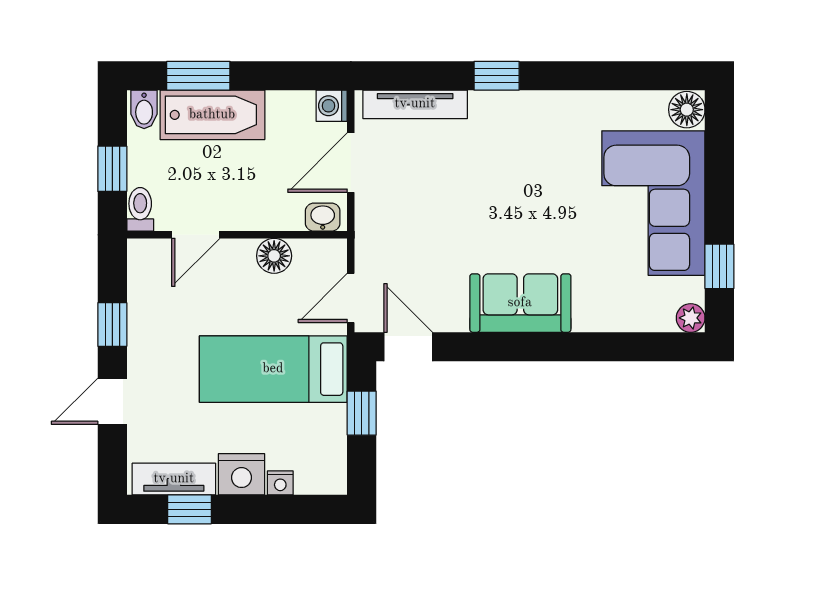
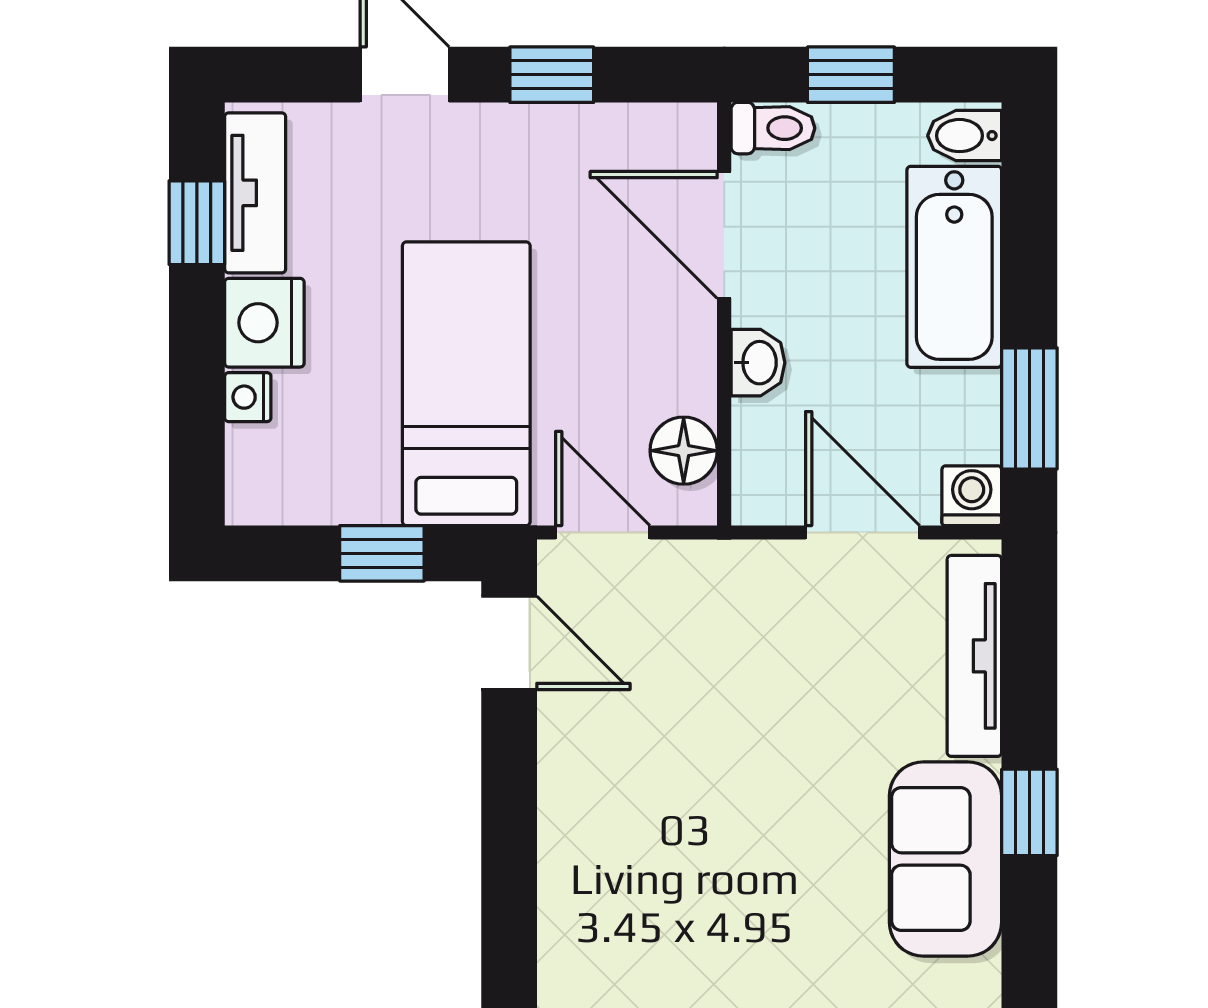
window: (198, 76) -> (1029, 408), moved
washbasin: (323, 217) -> (758, 363), moved
door: (196, 235) -> (724, 235), width x1.38
floor lamp: (274, 256) -> (684, 451), moved
sofa: (520, 303) -> (946, 859), moved, turned 180
door: (408, 347) -> (509, 643), hinge flipped

